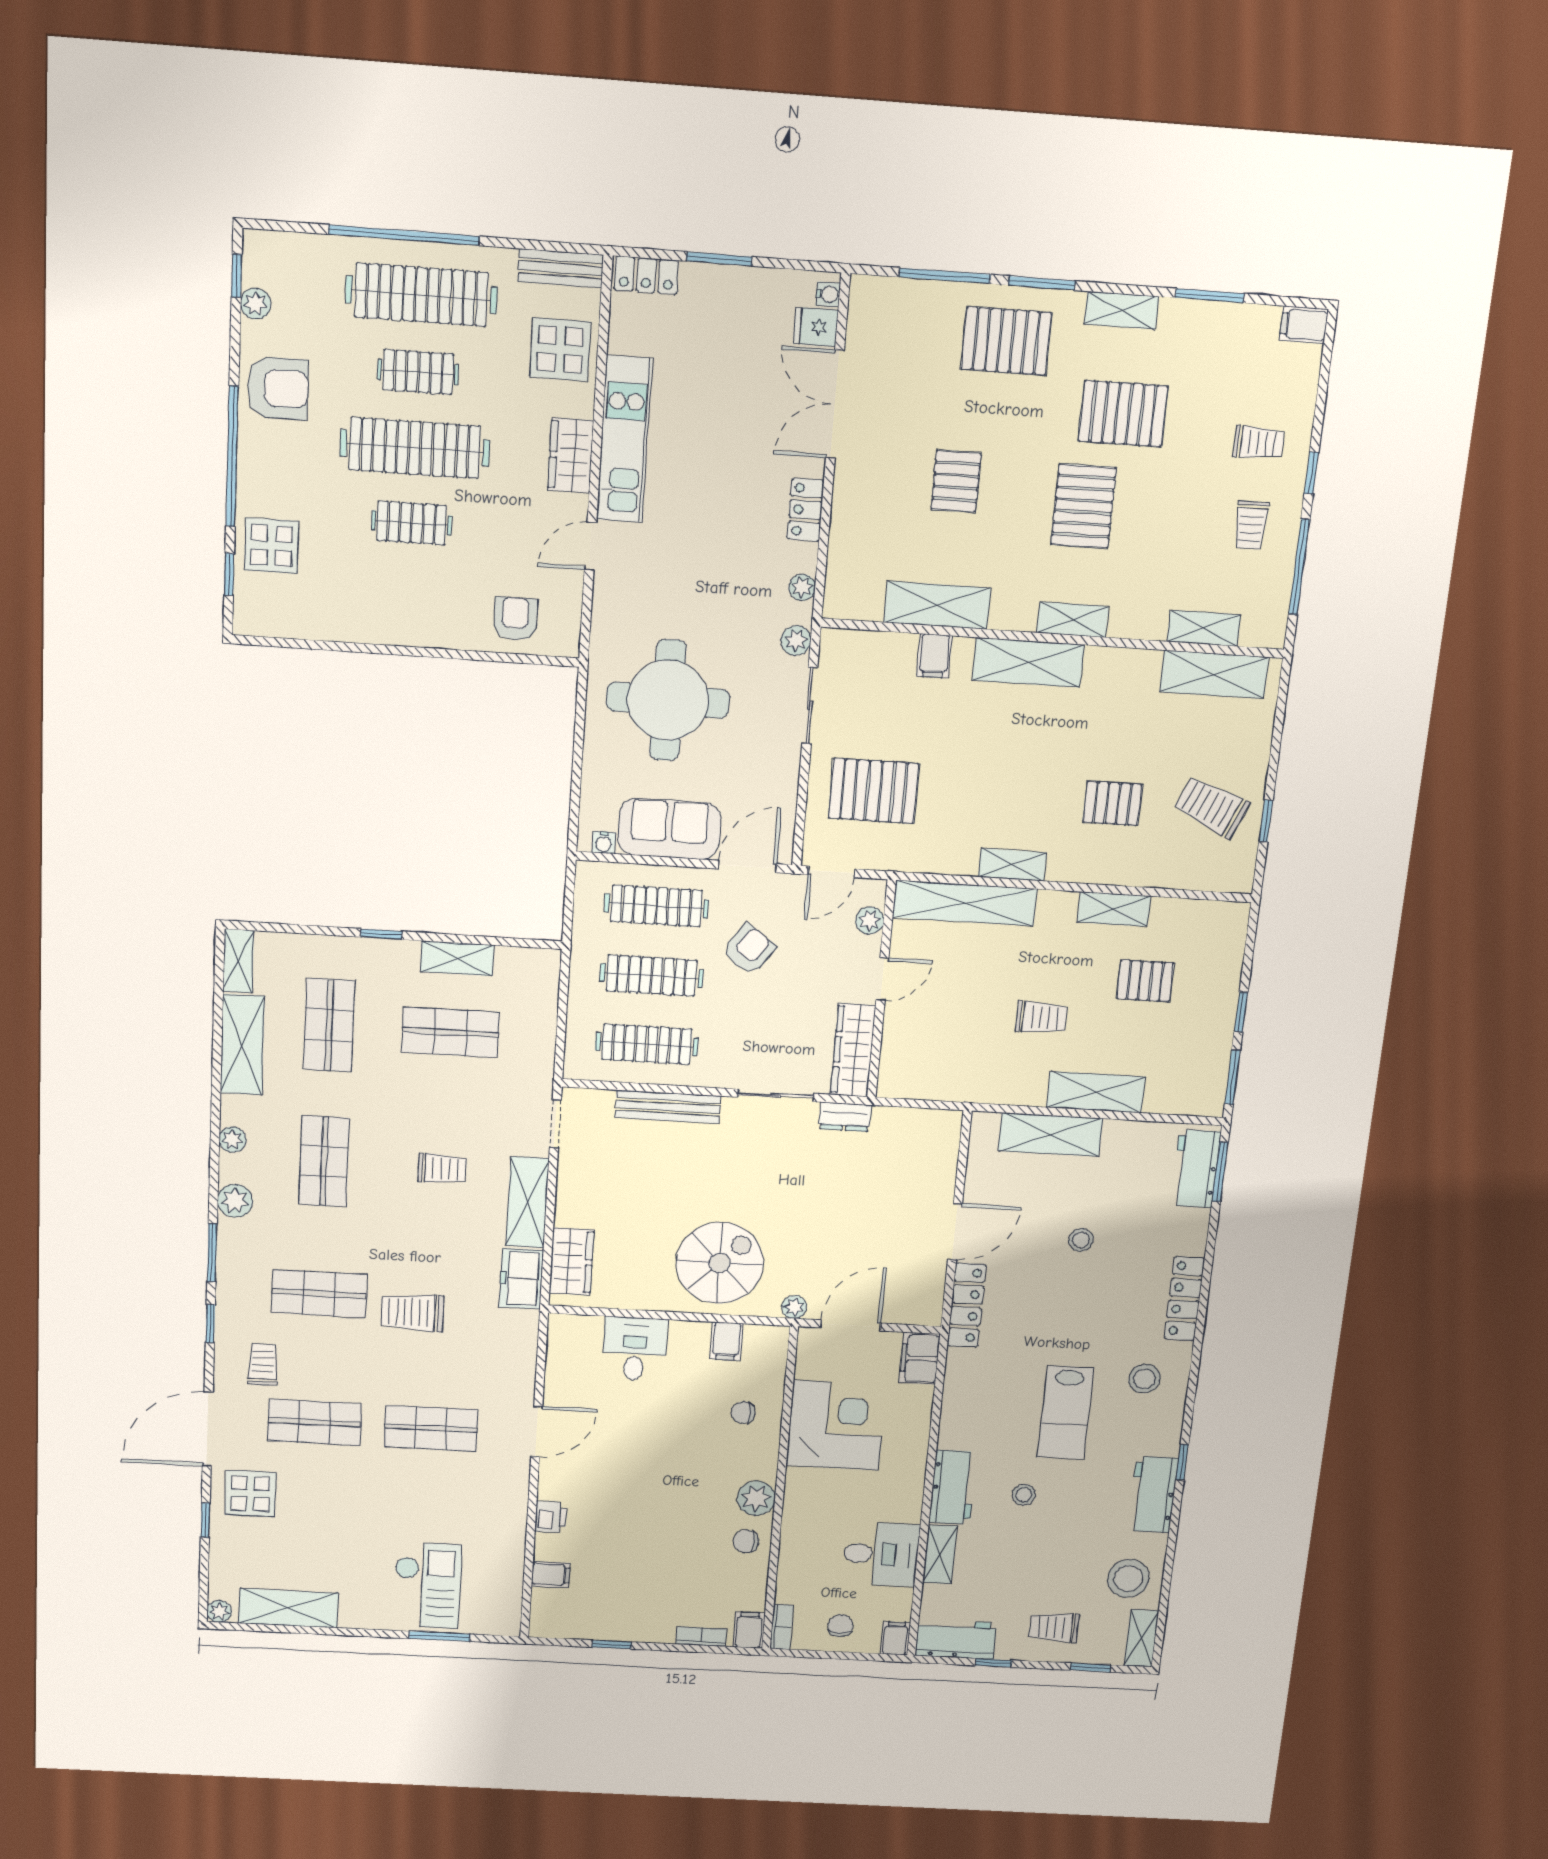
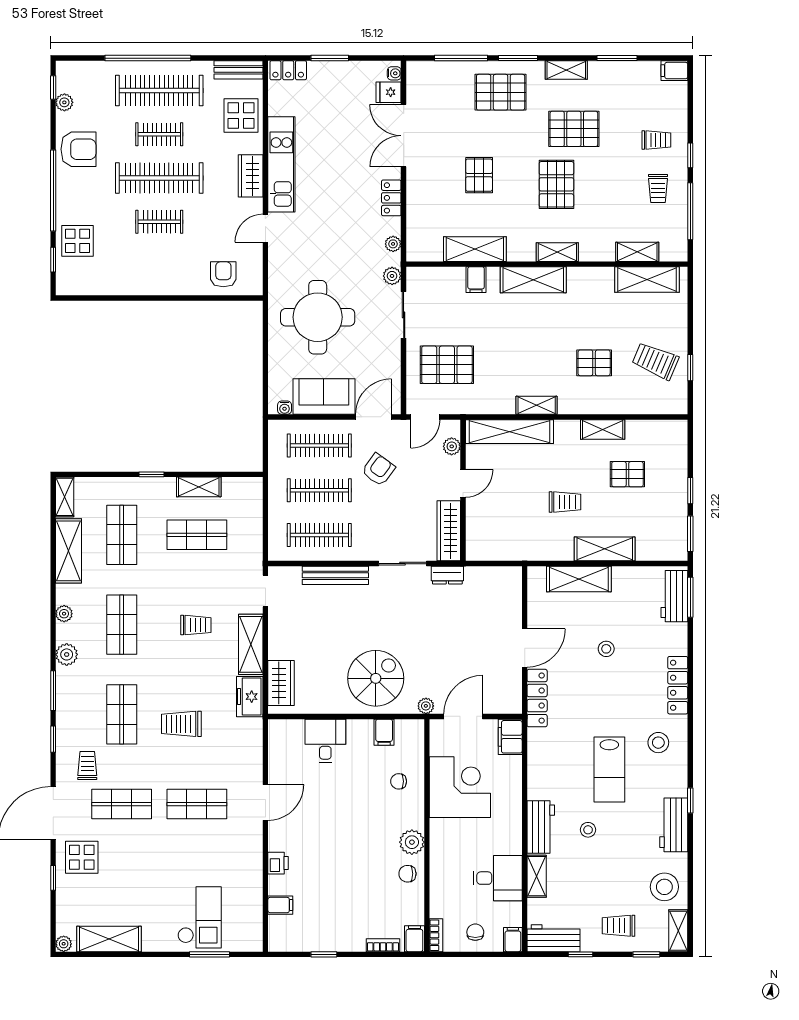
shop shelf: (319, 1294) -> (122, 714), turned 90

